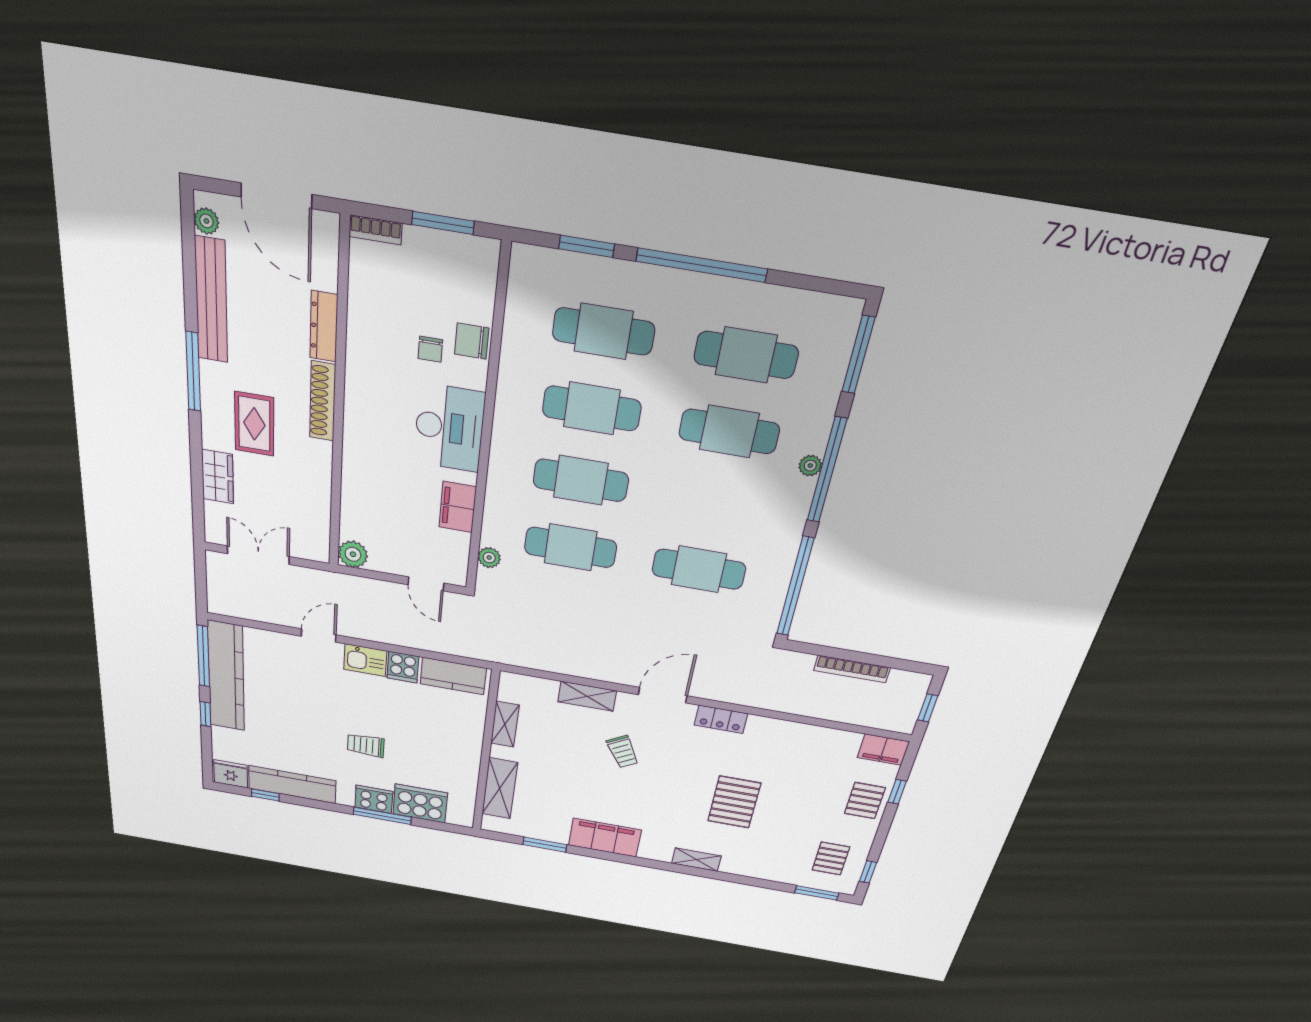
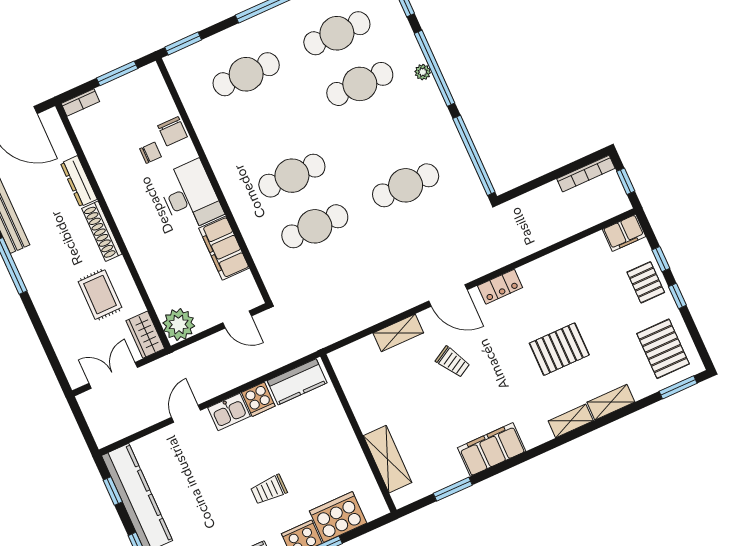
window: (587, 246) -> (183, 44), moved
chair: (472, 341) -> (172, 131), turned -90
chair: (430, 349) -> (151, 153), turned -90
cafe table: (592, 408) -> (269, 125), removed
rug: (254, 424) -> (100, 295), moved
wardrobe: (218, 477) -> (145, 335), moved, turned 180
filing cabinet: (458, 507) -> (224, 248), width x1.50, depth x1.17
plant: (353, 554) -> (179, 324), width x1.36, depth x1.36
plant: (489, 558) -> (267, 270), removed
window: (203, 656) -> (113, 491), width x0.46
bookcase: (852, 669) -> (586, 174), moved
door: (663, 695) -> (448, 295), swing flipped
shelving: (505, 724) -> (611, 402), moved, turned 90
pallet: (734, 802) -> (559, 349), turned 90
pallet: (831, 859) -> (663, 349), width x1.50, depth x1.42
window: (868, 872) -> (677, 296), moved

